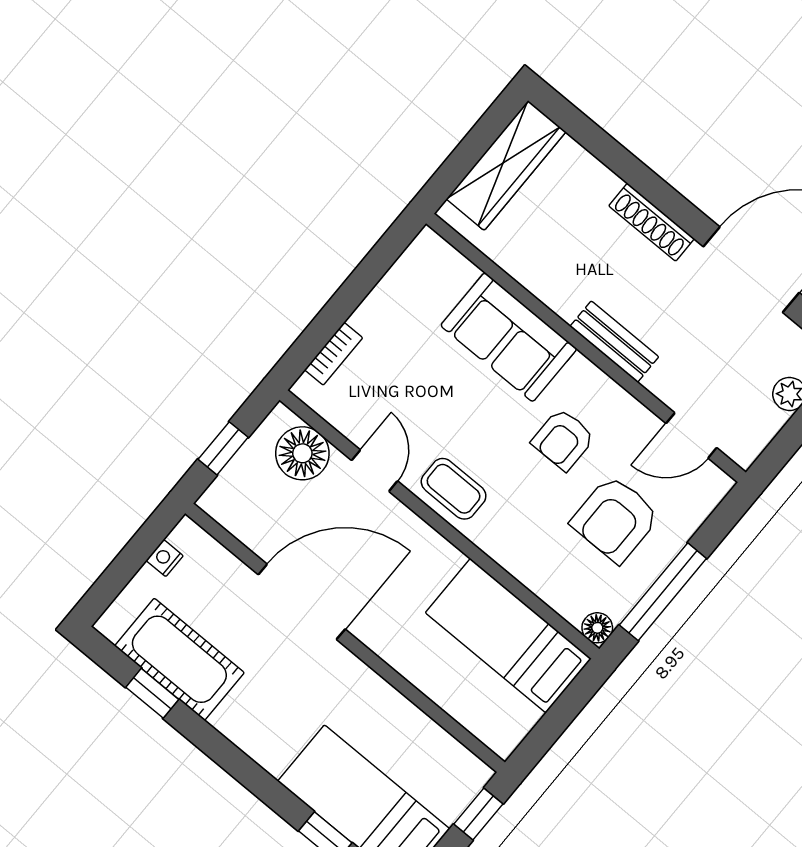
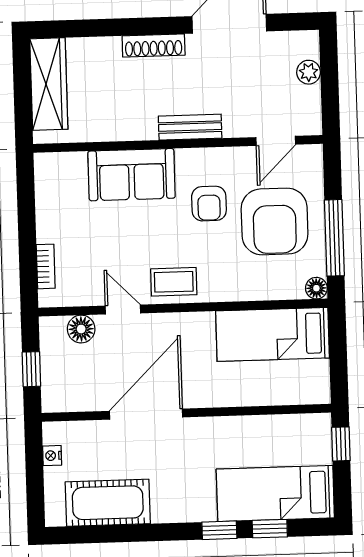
floor lamp: (302, 453) -> (81, 329), width x0.73, depth x0.73
armchair: (615, 519) -> (275, 221), width x1.36, depth x1.36
window: (152, 693) -> (219, 530), moved

